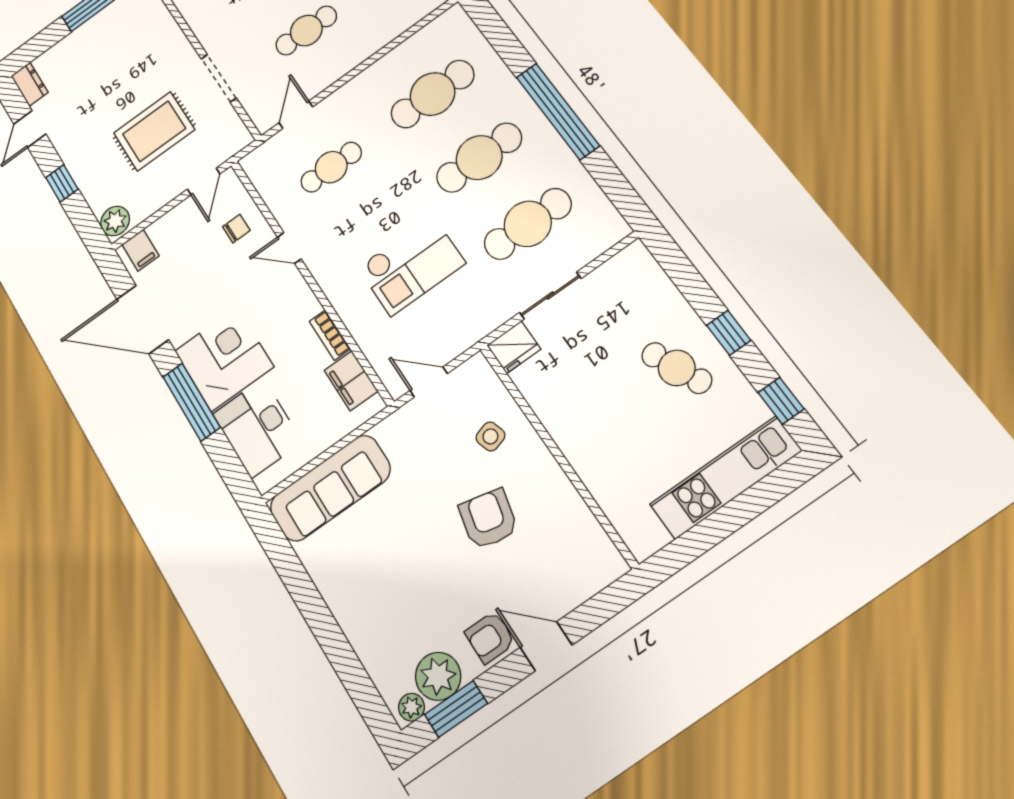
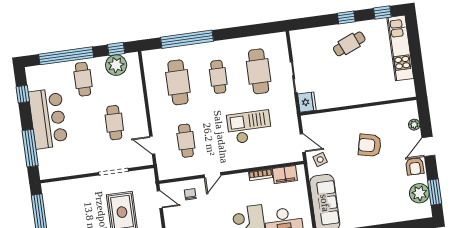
window: (558, 111) -> (187, 39), moved
cafe table: (479, 158) -> (218, 77), width x0.73, depth x0.74
checkout: (411, 265) -> (249, 127), turned -90
door: (429, 382) -> (303, 143), swing flipped
side table: (490, 436) -> (320, 160), moved
plant: (411, 707) -> (414, 125), moved

